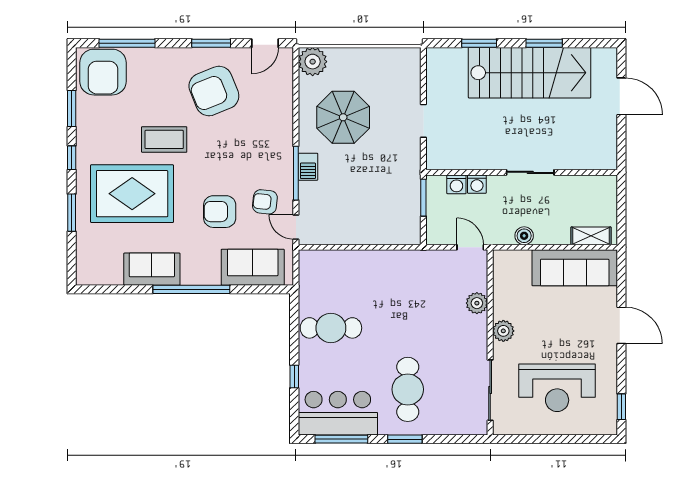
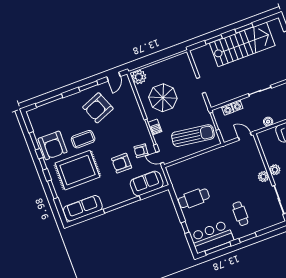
armchair: (103, 72) -> (53, 145), moved
sun lounger: (373, 210) -> (193, 136), added
sofa: (152, 269) -> (83, 208), moved, width x1.36
plant: (477, 303) -> (263, 177), moved
cafe table: (408, 389) -> (240, 214), width x0.73, depth x0.74

